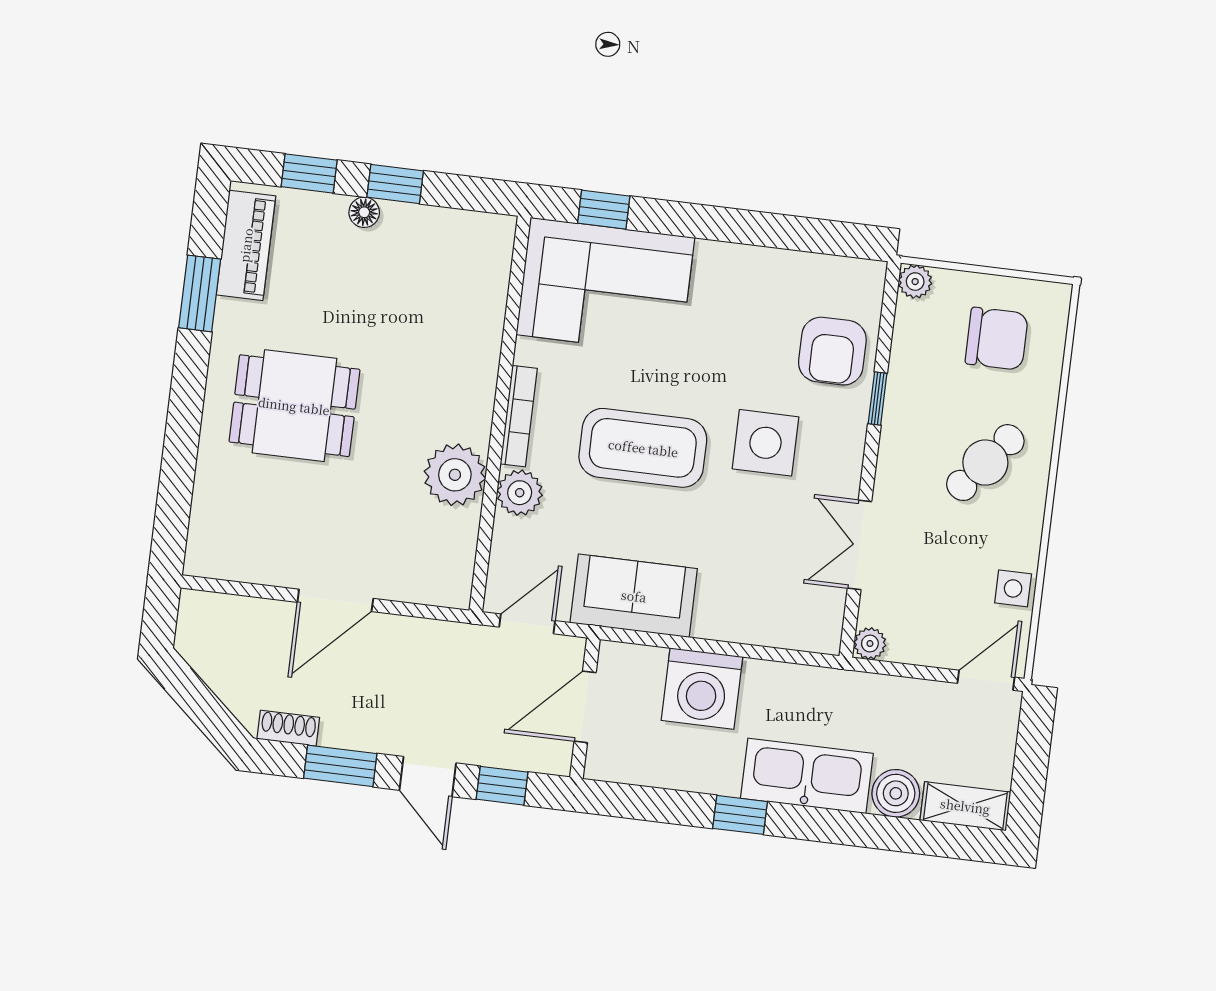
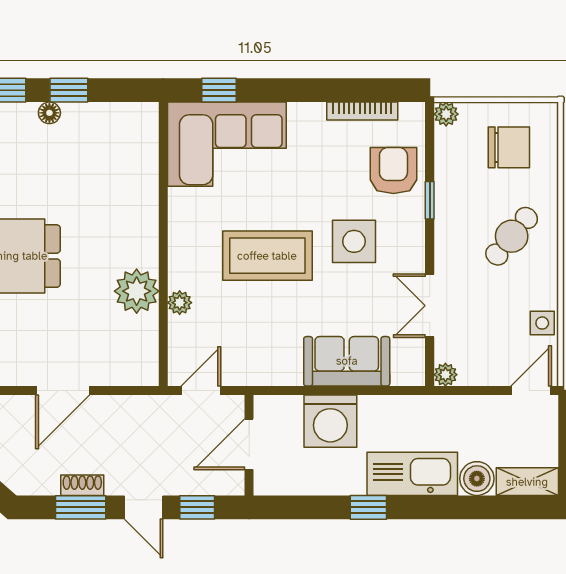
armchair: (832, 351) -> (393, 171), turned 180
bookcase: (519, 416) -> (362, 111), moved, turned 90
plant: (520, 493) -> (180, 303), width x0.73, depth x0.73
sofa: (634, 596) -> (347, 361), moved
shoe rack: (288, 728) -> (82, 485), moved

